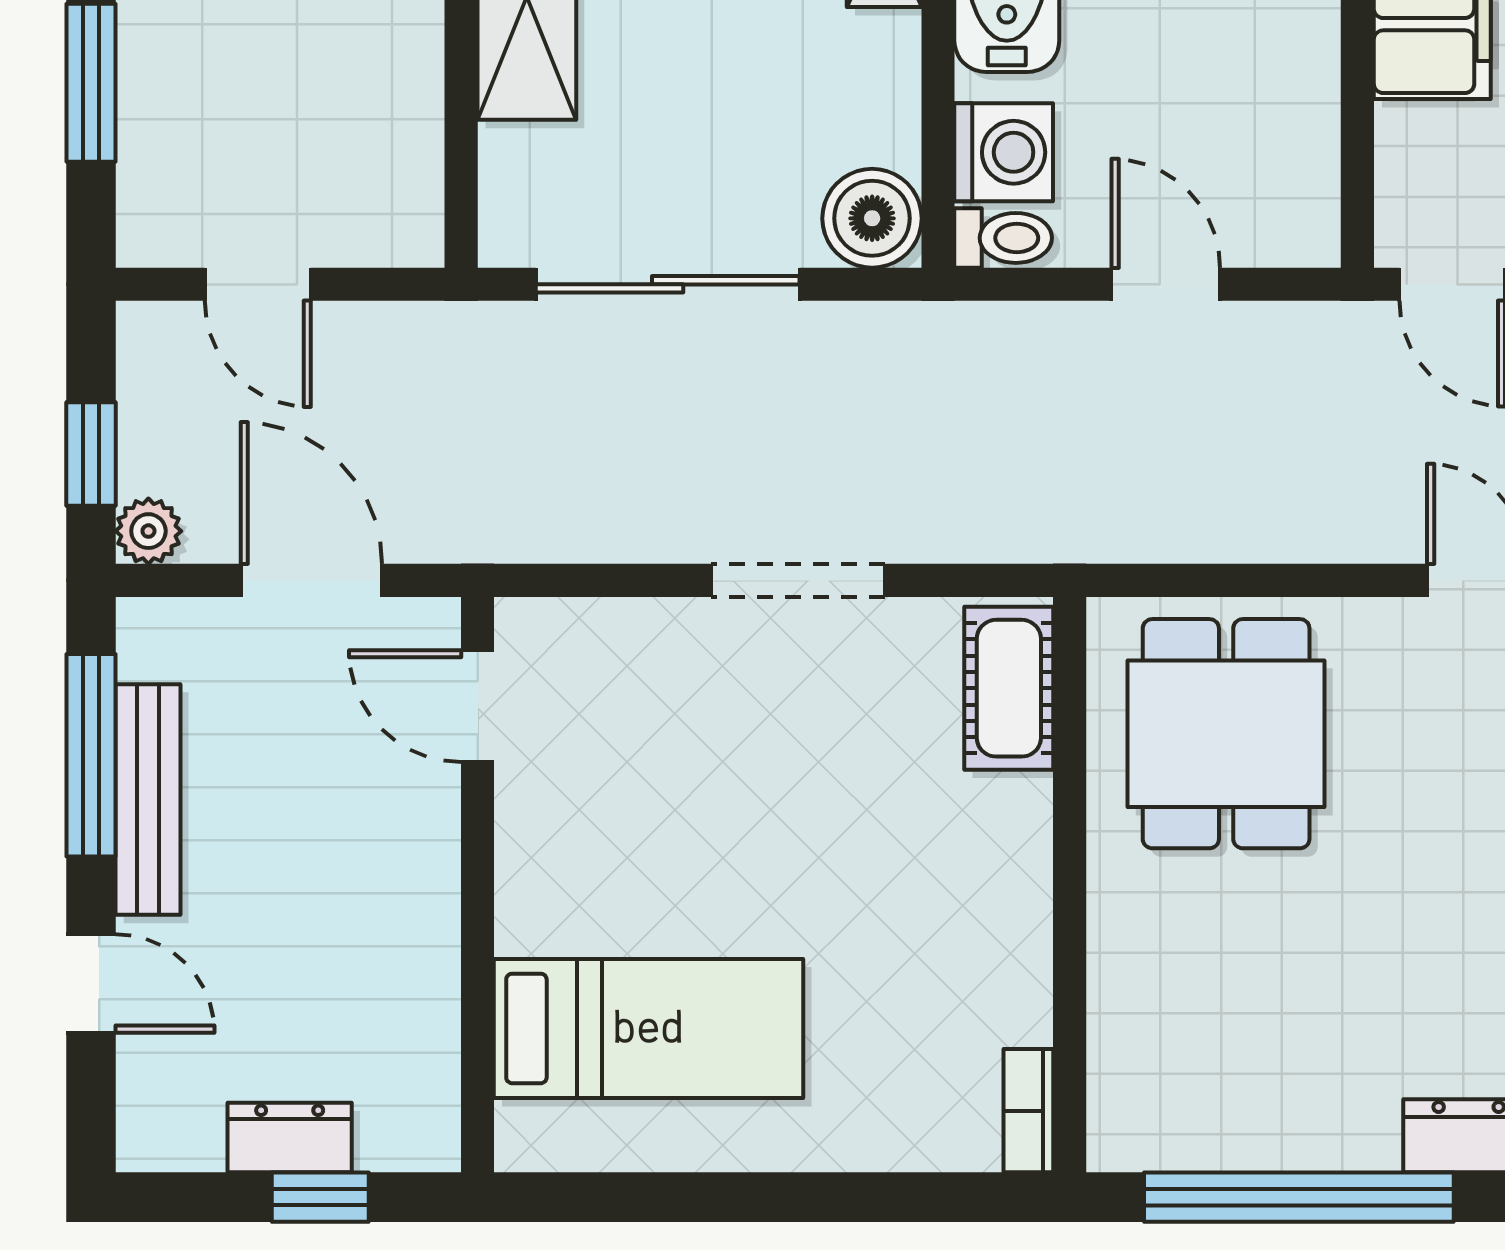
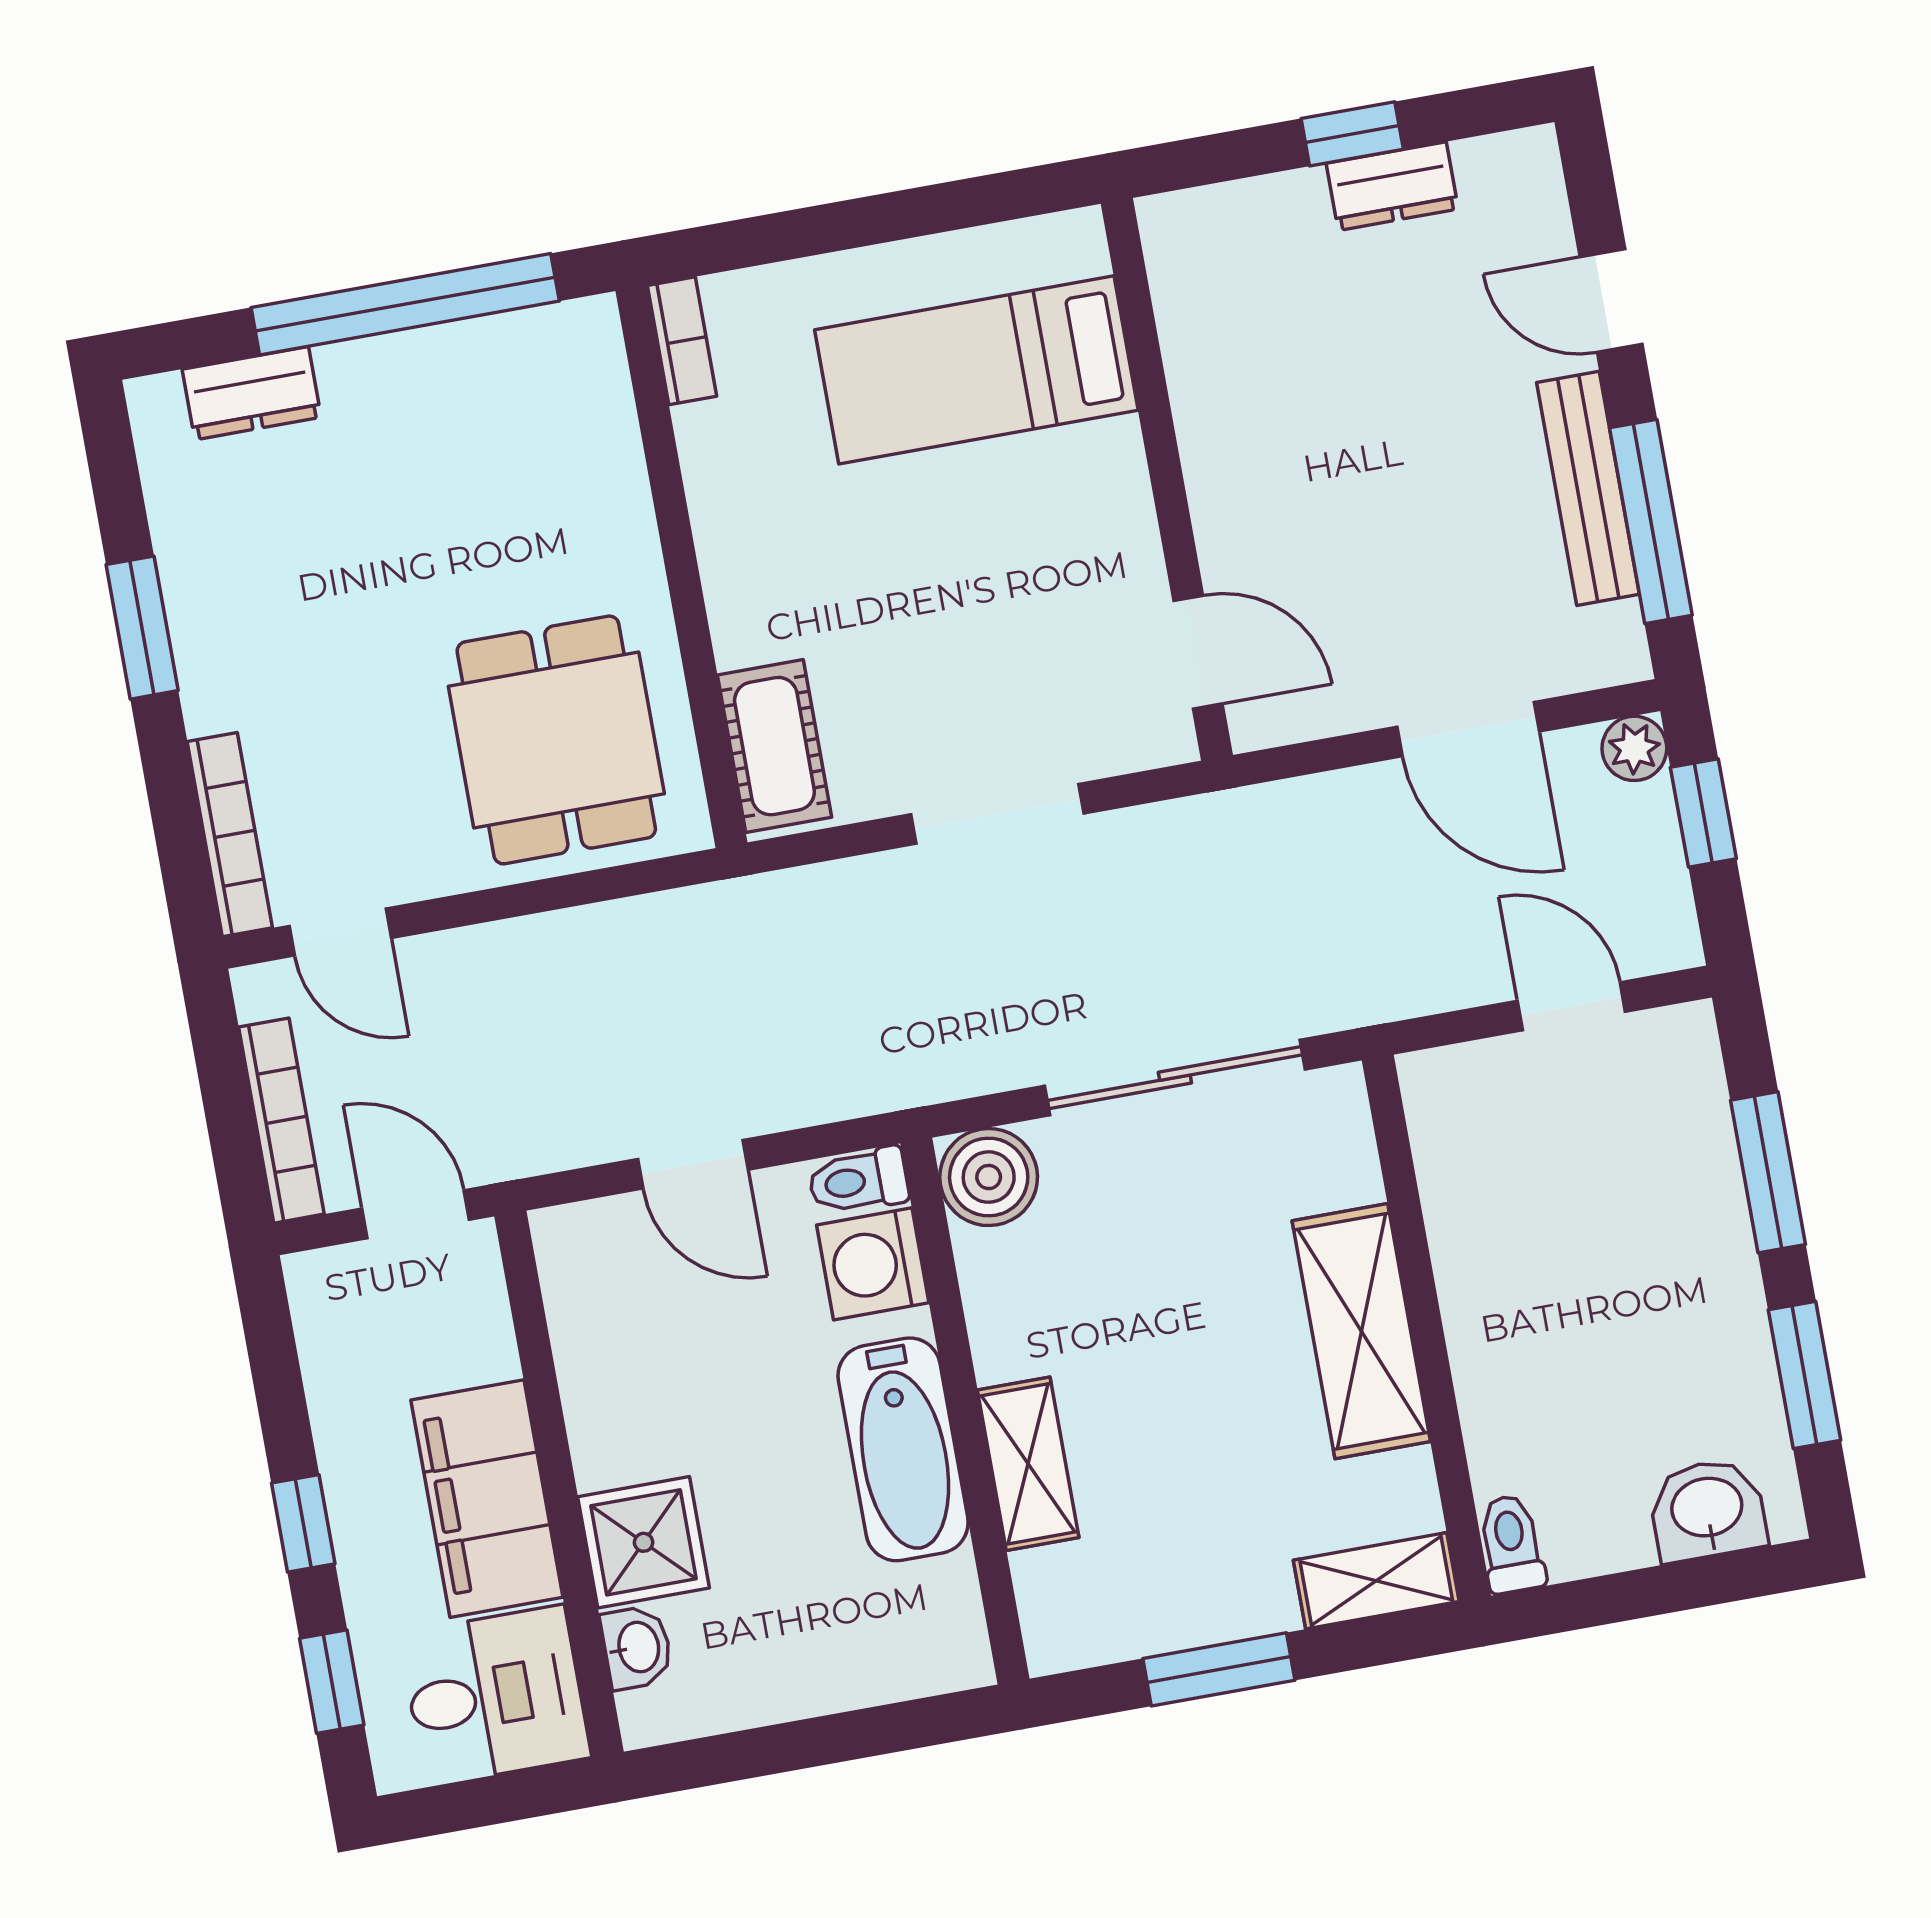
door: (478, 706) -> (1198, 652), moved
wall: (478, 885) -> (1167, 479), moved
bed: (649, 1028) -> (976, 370), moved

